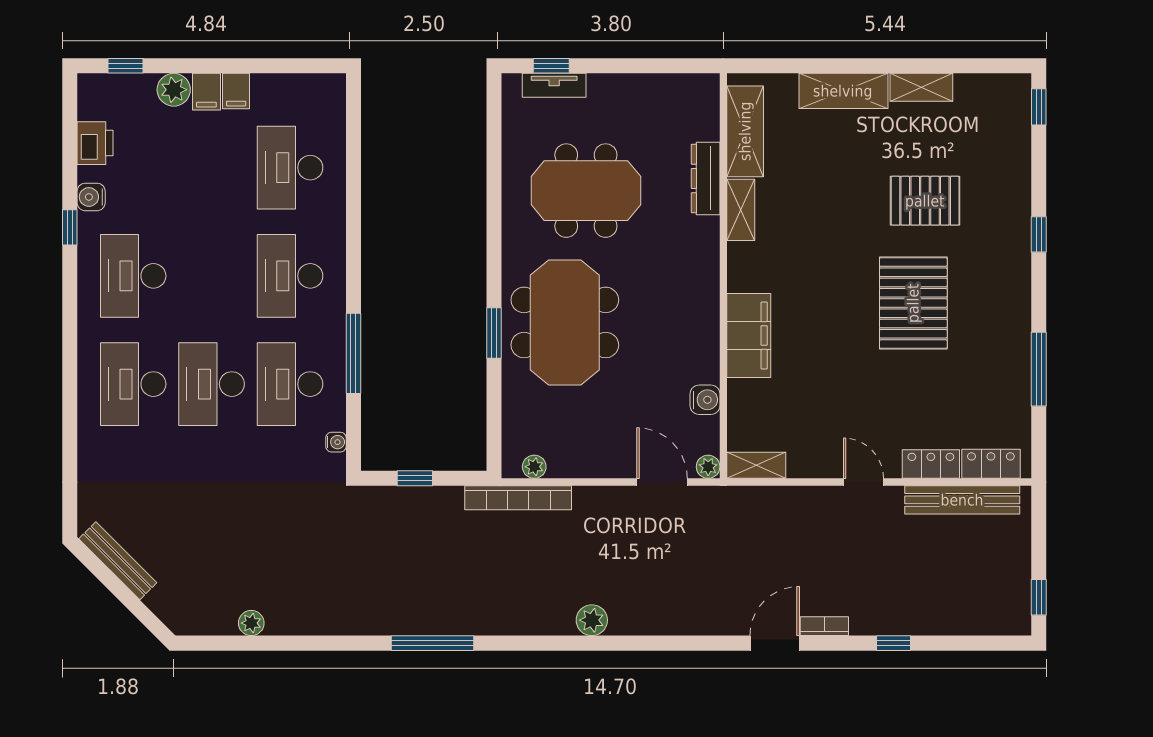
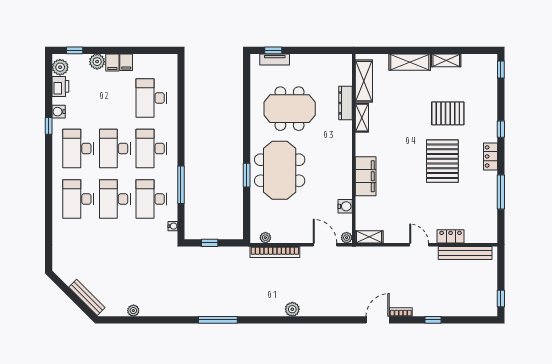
plant: (95, 102) -> (60, 67), added
desk: (212, 276) -> (115, 148), added
locker: (991, 464) -> (491, 156), moved, turned -90
bookcase: (518, 498) -> (275, 252), moved
bench: (118, 561) -> (87, 297), moved

